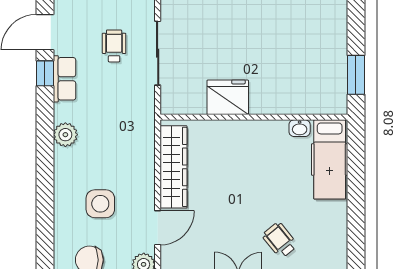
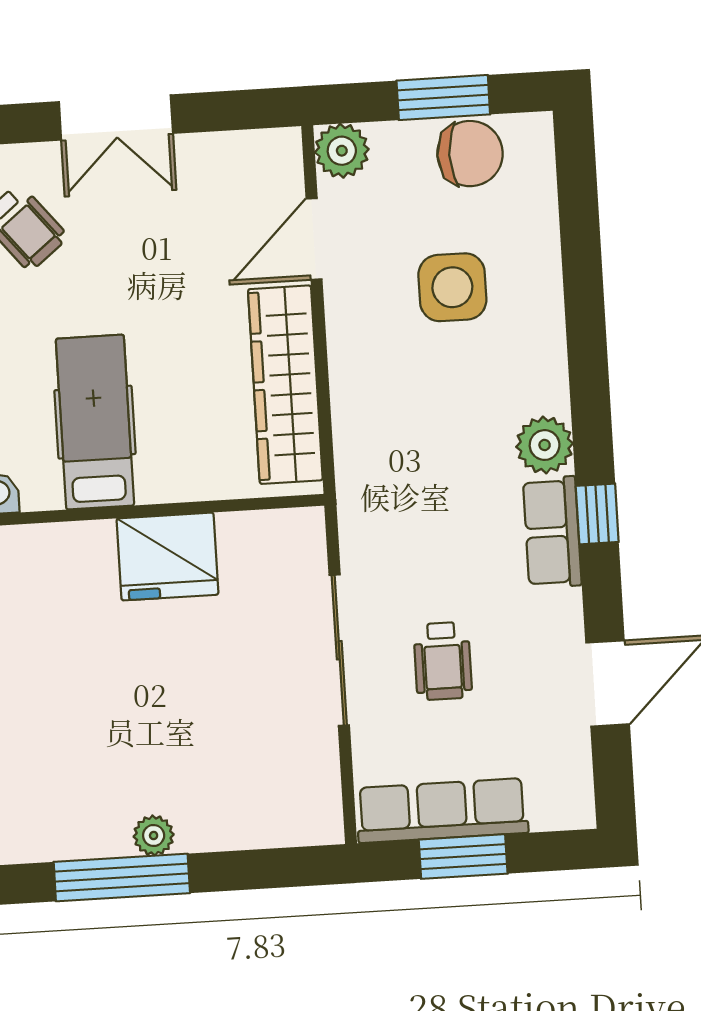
window: (45, 73) -> (597, 514), moved
row of seats: (64, 79) -> (552, 532), moved
hospital bed: (255, 156) -> (95, 422), added

